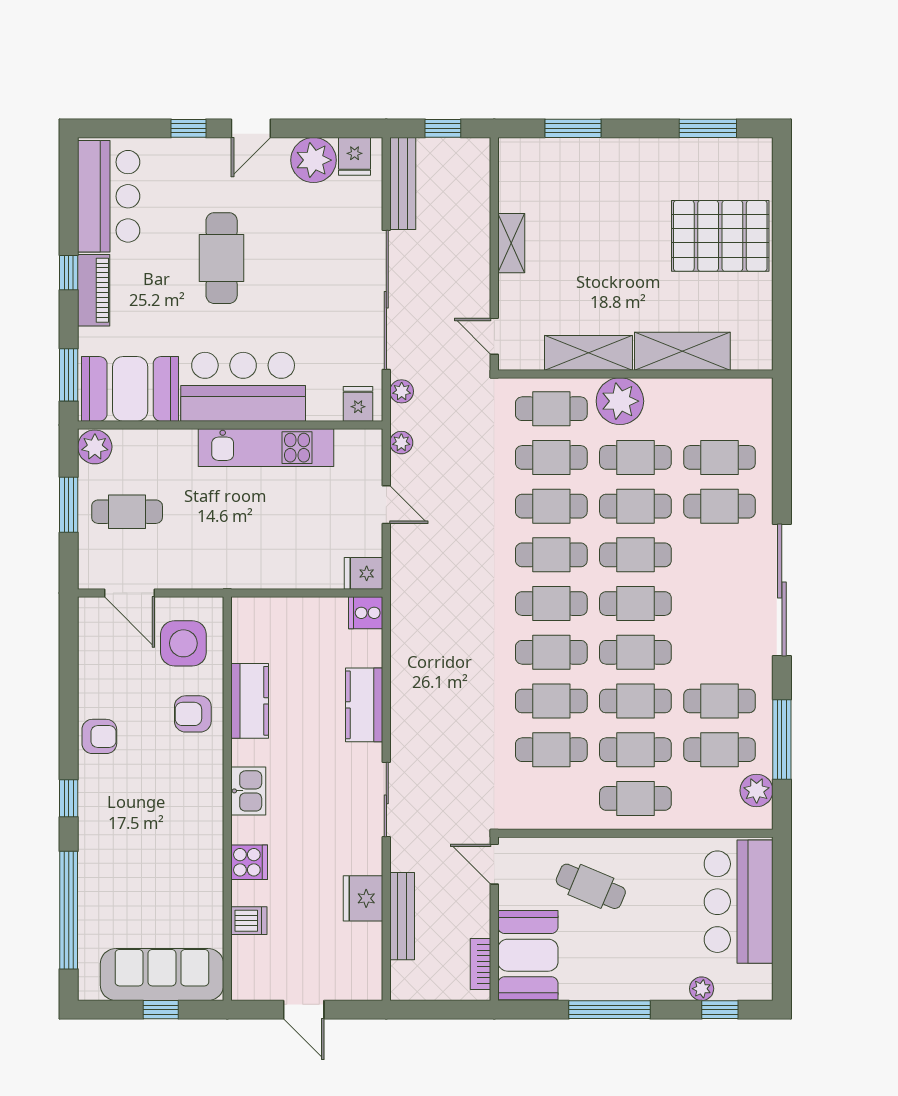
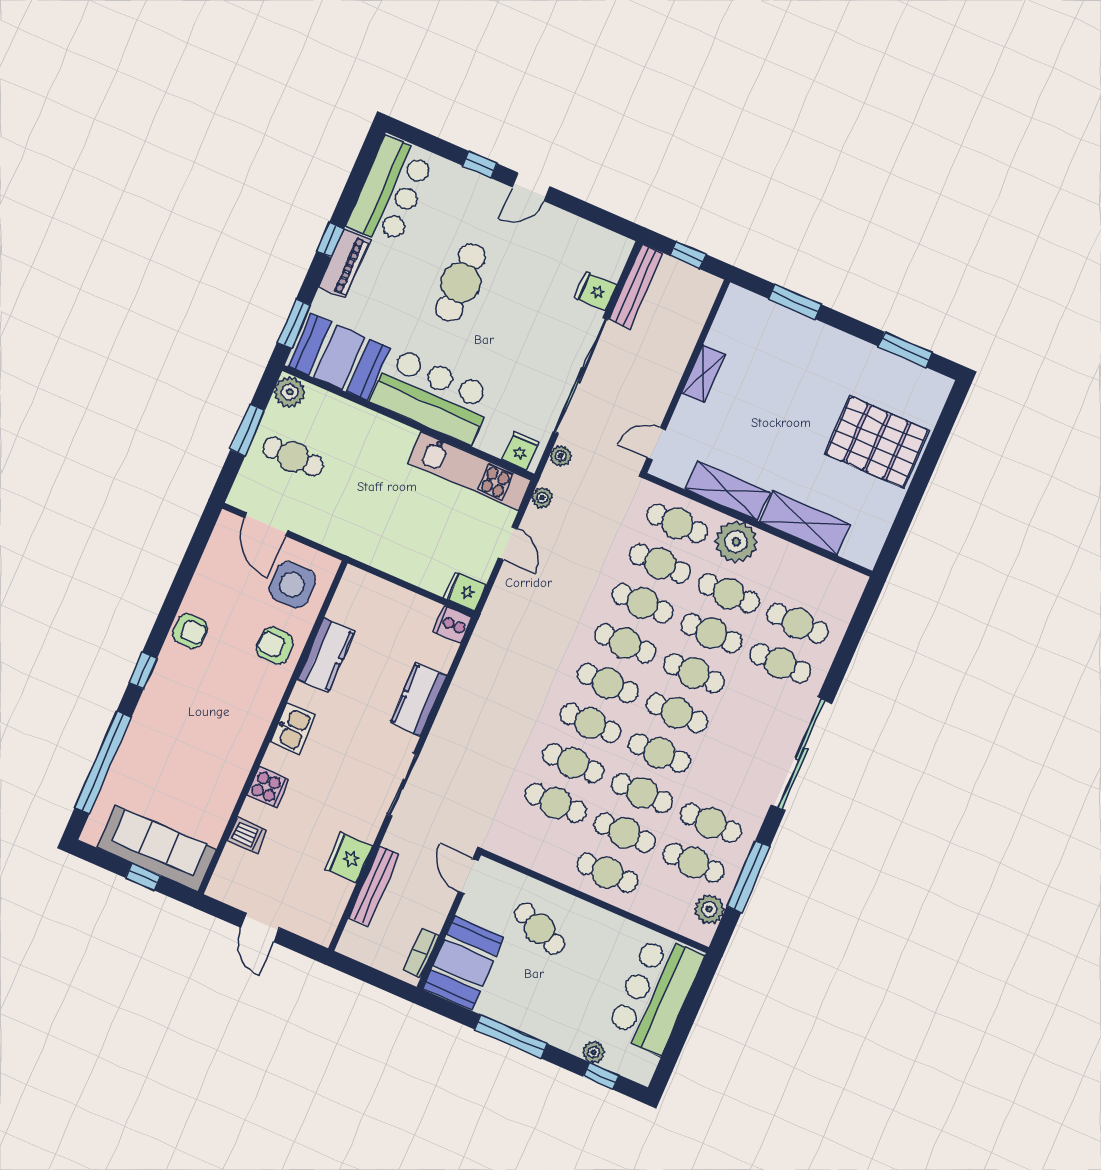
fridge: (355, 156) -> (595, 291), moved, turned 90
plant: (314, 160) -> (571, 235), removed
door: (494, 336) -> (656, 444), hinge flipped
kitchen unit: (266, 448) -> (470, 471), moved

